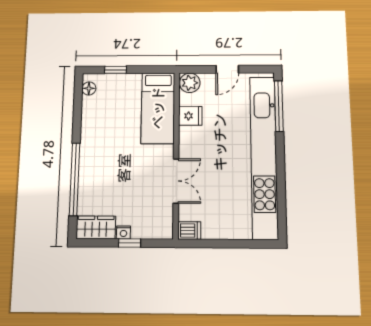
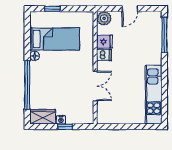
floor lamp: (89, 88) -> (35, 56), moved
bed: (158, 108) -> (55, 39), moved, turned -90
kitchen unit: (264, 156) -> (154, 95), width x0.54
dishwasher: (189, 230) -> (104, 55), moved

